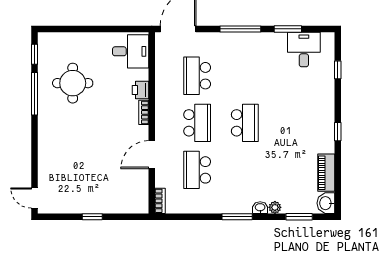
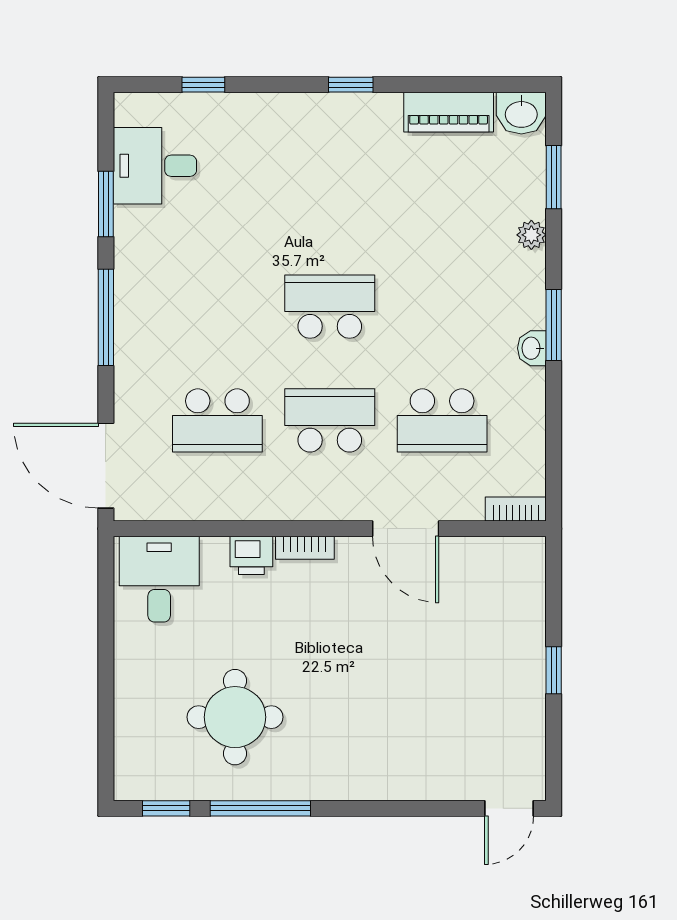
washbasin: (260, 208) -> (532, 348), moved

